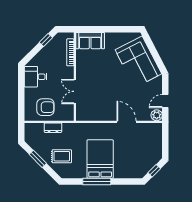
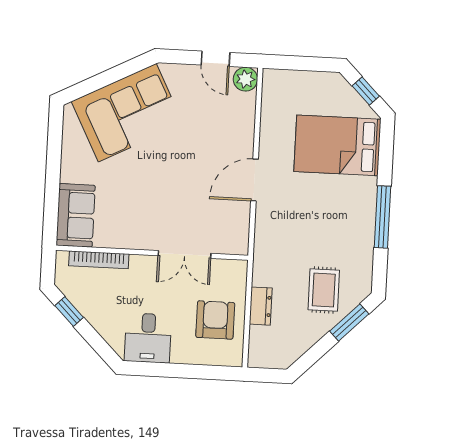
door: (126, 122) -> (254, 180), moved
window: (38, 159) -> (349, 322), moved
bed: (100, 159) -> (337, 145), moved

